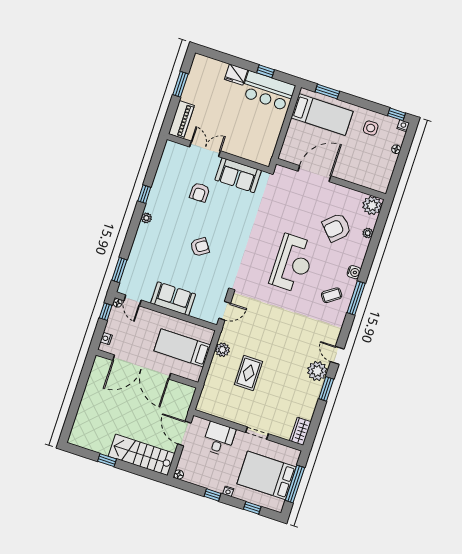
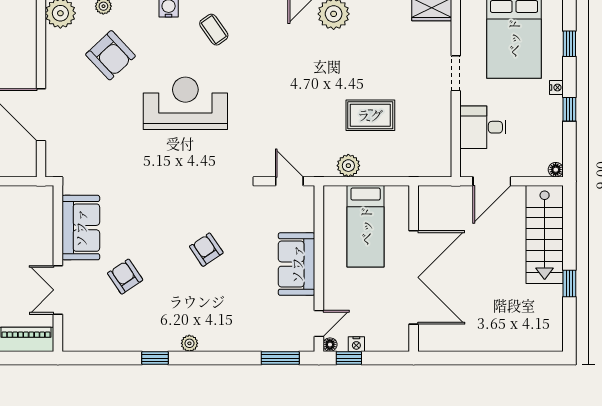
armchair: (200, 192) -> (125, 277), turned -124
nightstand: (106, 339) -> (356, 344), moved

